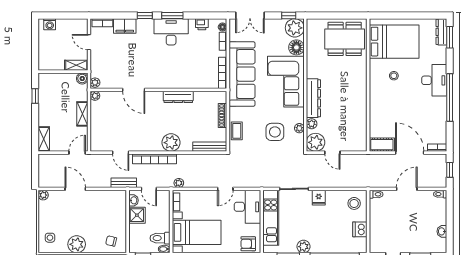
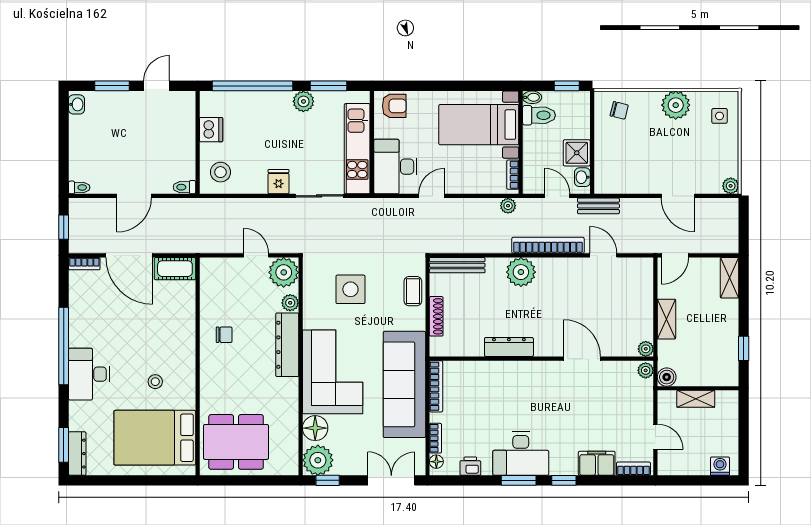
shelving: (76, 65) -> (696, 399), moved
chair: (352, 104) -> (224, 335), added
plant: (299, 128) -> (310, 296), removed
washbasin: (442, 231) -> (76, 104), moved

